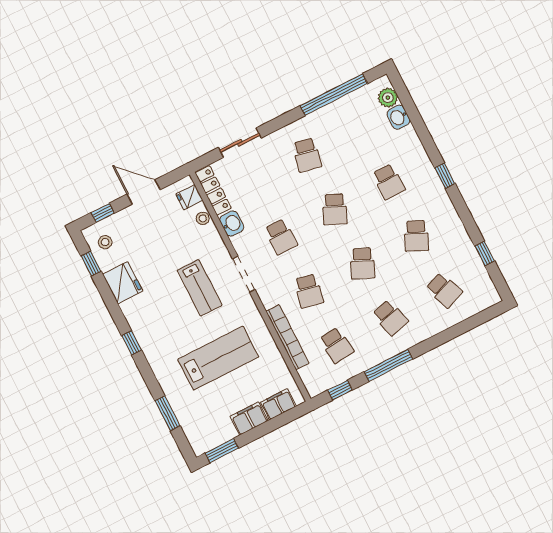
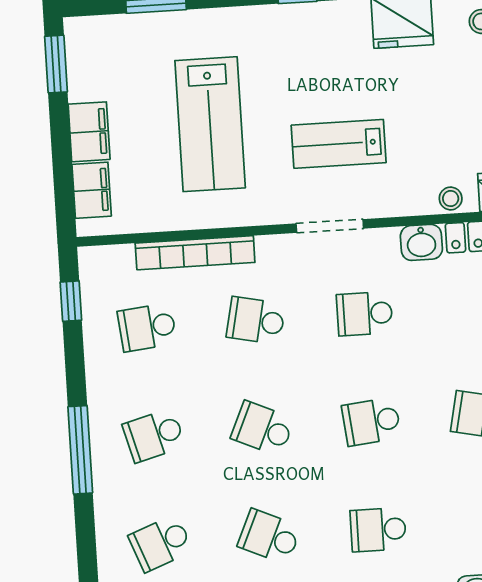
school desk: (335, 209) -> (371, 422), turned -30
window: (388, 365) -> (80, 450), moved

